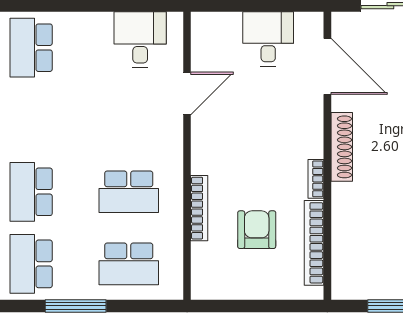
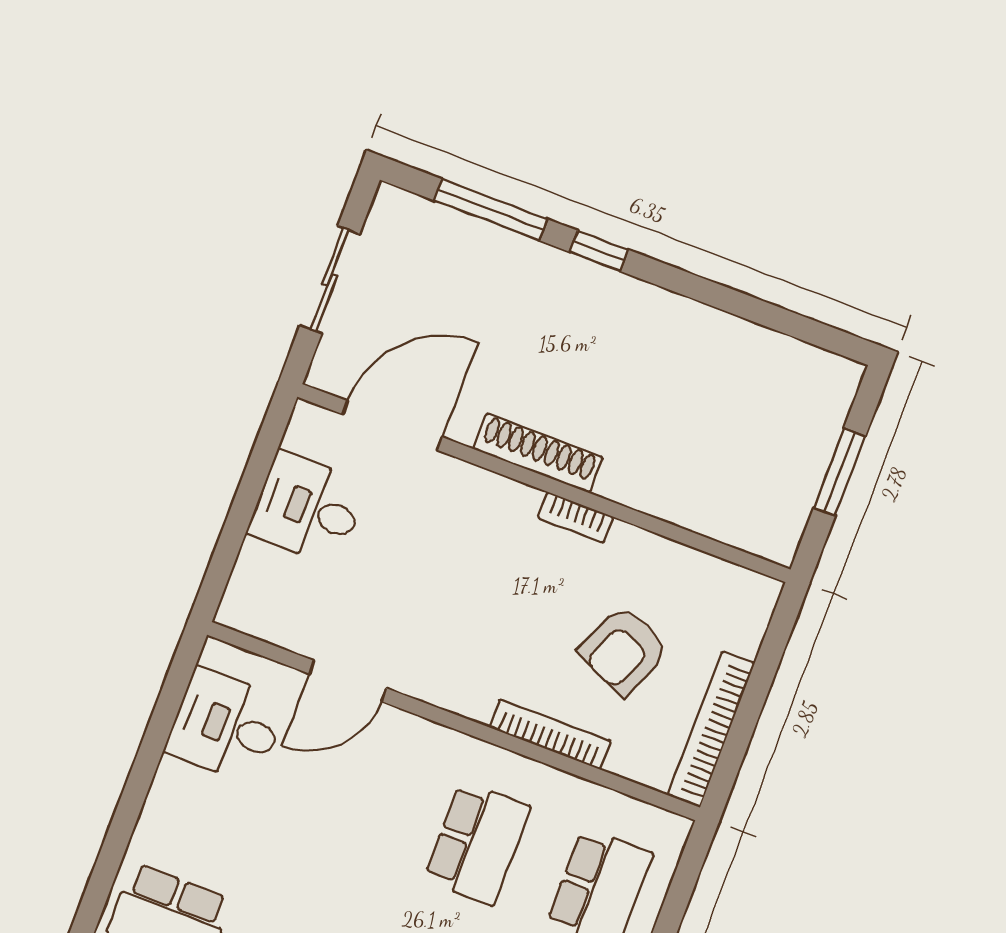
door: (187, 93) -> (348, 681), swing flipped
armchair: (257, 230) -> (624, 651), turned -66
bookcase: (314, 243) -> (711, 729), moved, turned 90

